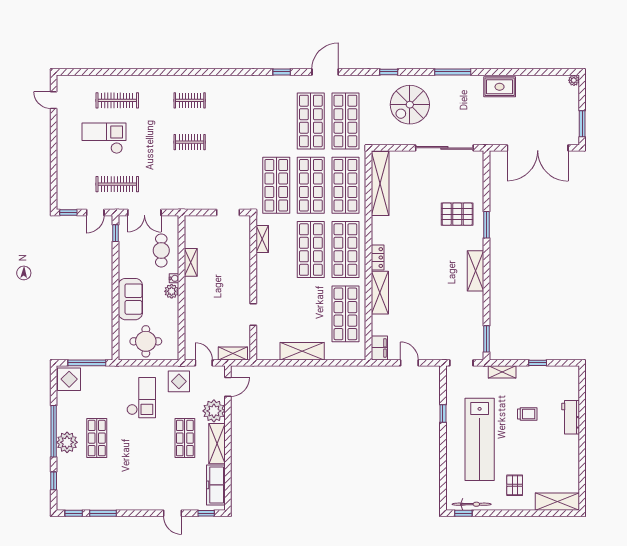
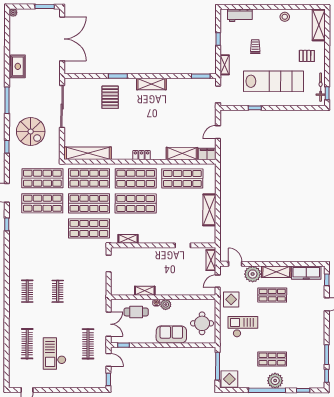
shelving: (380, 293) -> (182, 153), moved
workbench: (571, 417) -> (240, 15), moved
stool: (569, 455) -> (285, 17), added

